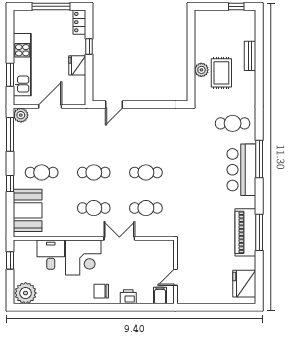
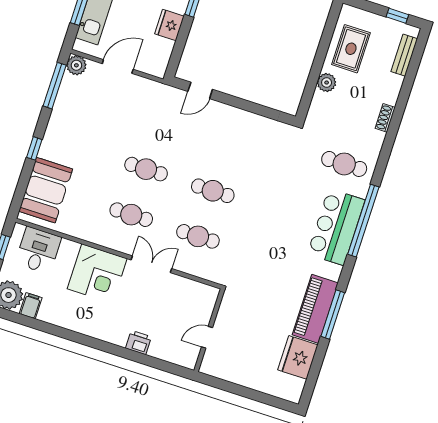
bench: (250, 56) -> (404, 55), moved
rug: (221, 73) -> (351, 49), moved
shoe rack: (251, 81) -> (385, 118), added
window: (259, 159) -> (363, 221), width x1.46
cafe table: (42, 172) -> (79, 147), removed
desk: (51, 255) -> (38, 250), moved
fridge: (244, 284) -> (298, 357), moved
chair: (101, 291) -> (106, 324), removed
filing cabinet: (160, 295) -> (31, 306), moved

